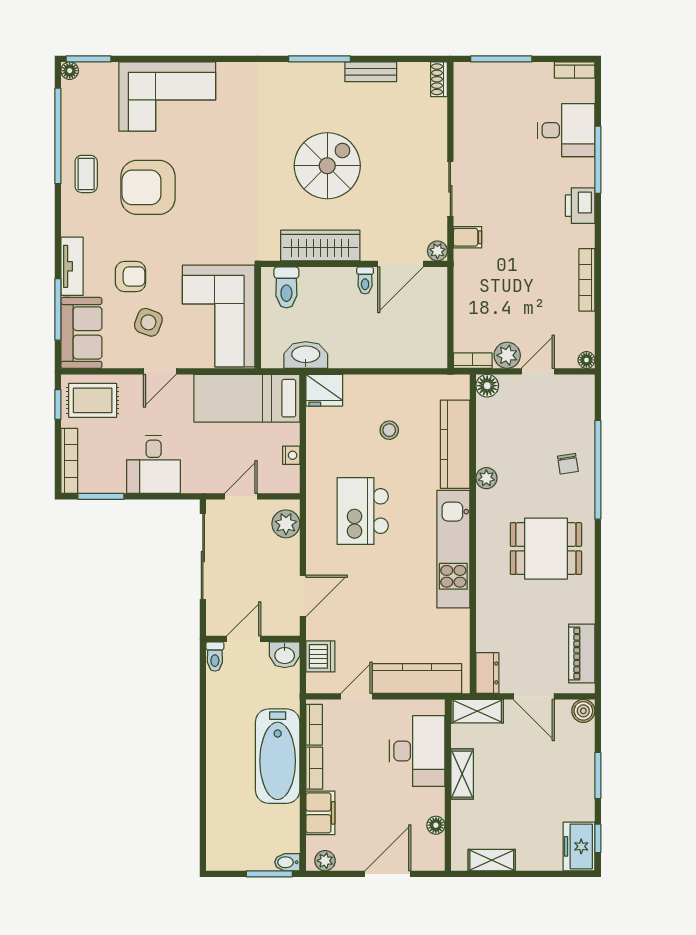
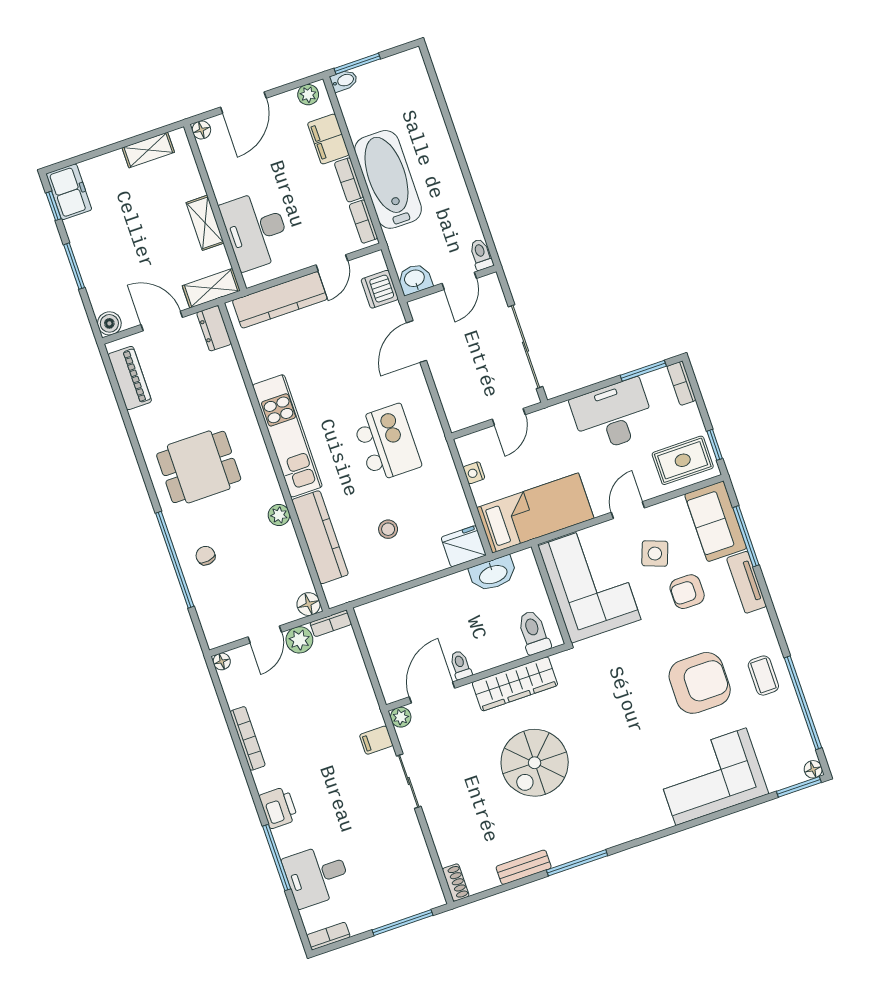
bookcase: (69, 461) -> (681, 383), width x0.64
desk: (154, 464) -> (613, 415), width x1.37
plant: (286, 524) -> (456, 405), removed
floor lamp: (436, 825) -> (201, 130), moved

